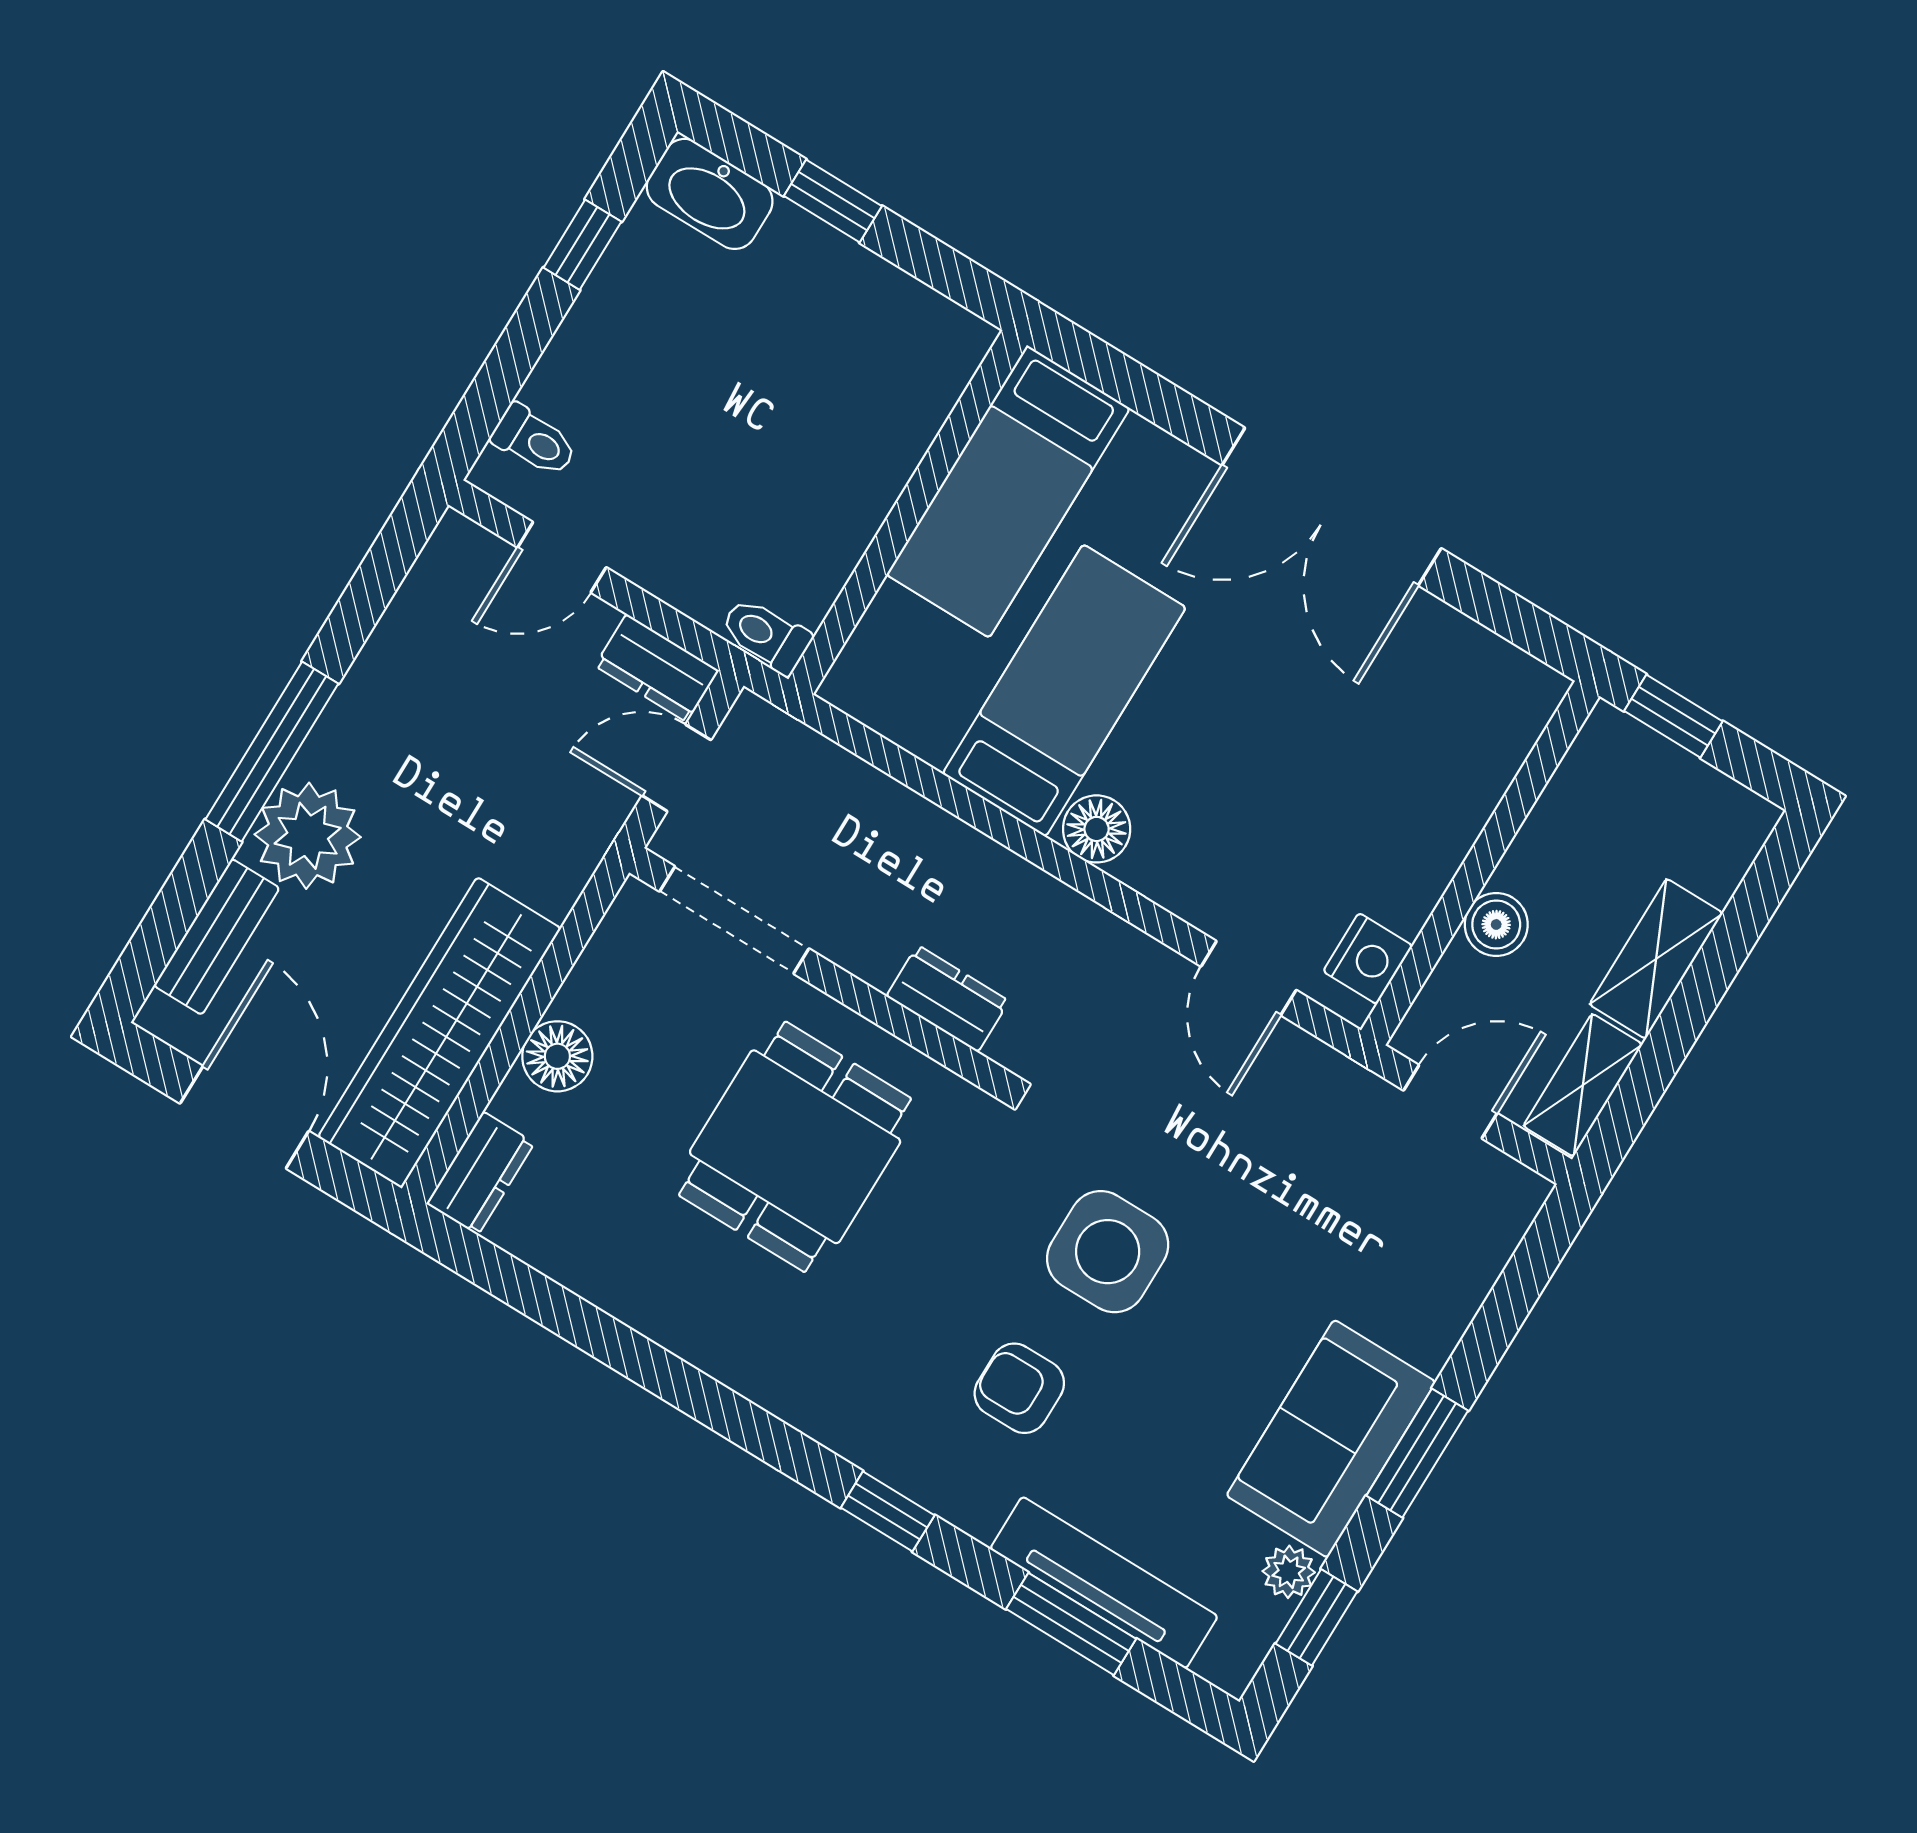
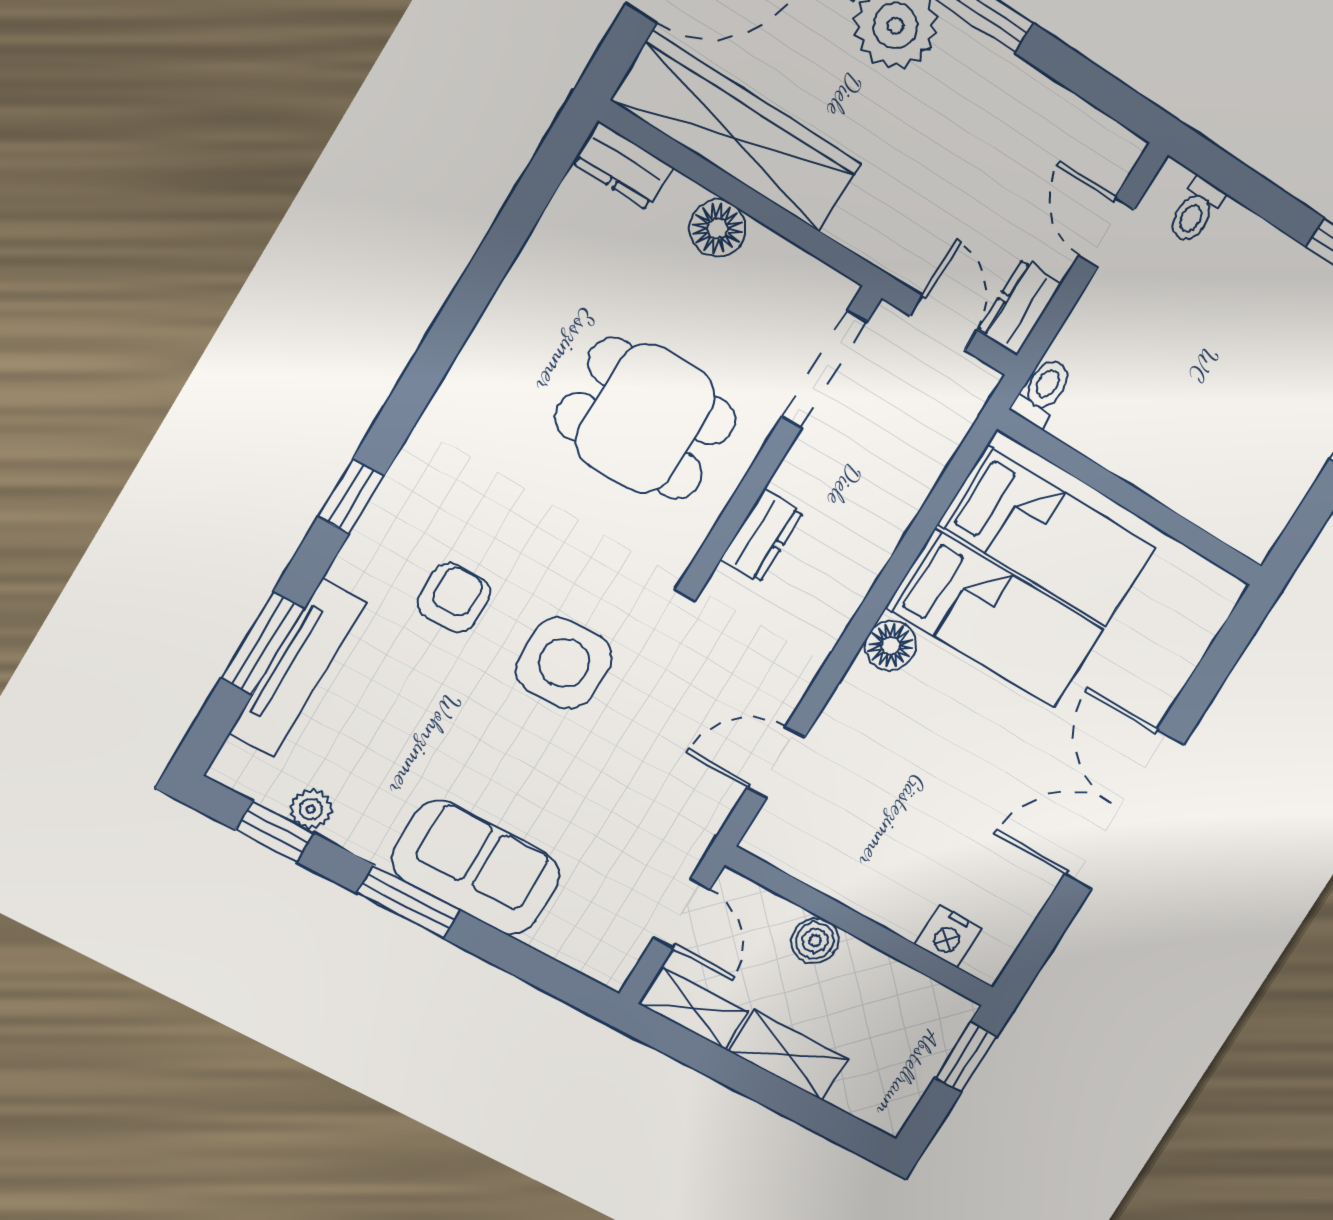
bed: (1008, 491) -> (1047, 536), moved, turned 180
nightstand: (1368, 959) -> (948, 936), moved
sofa: (1331, 1439) -> (476, 867), moved

